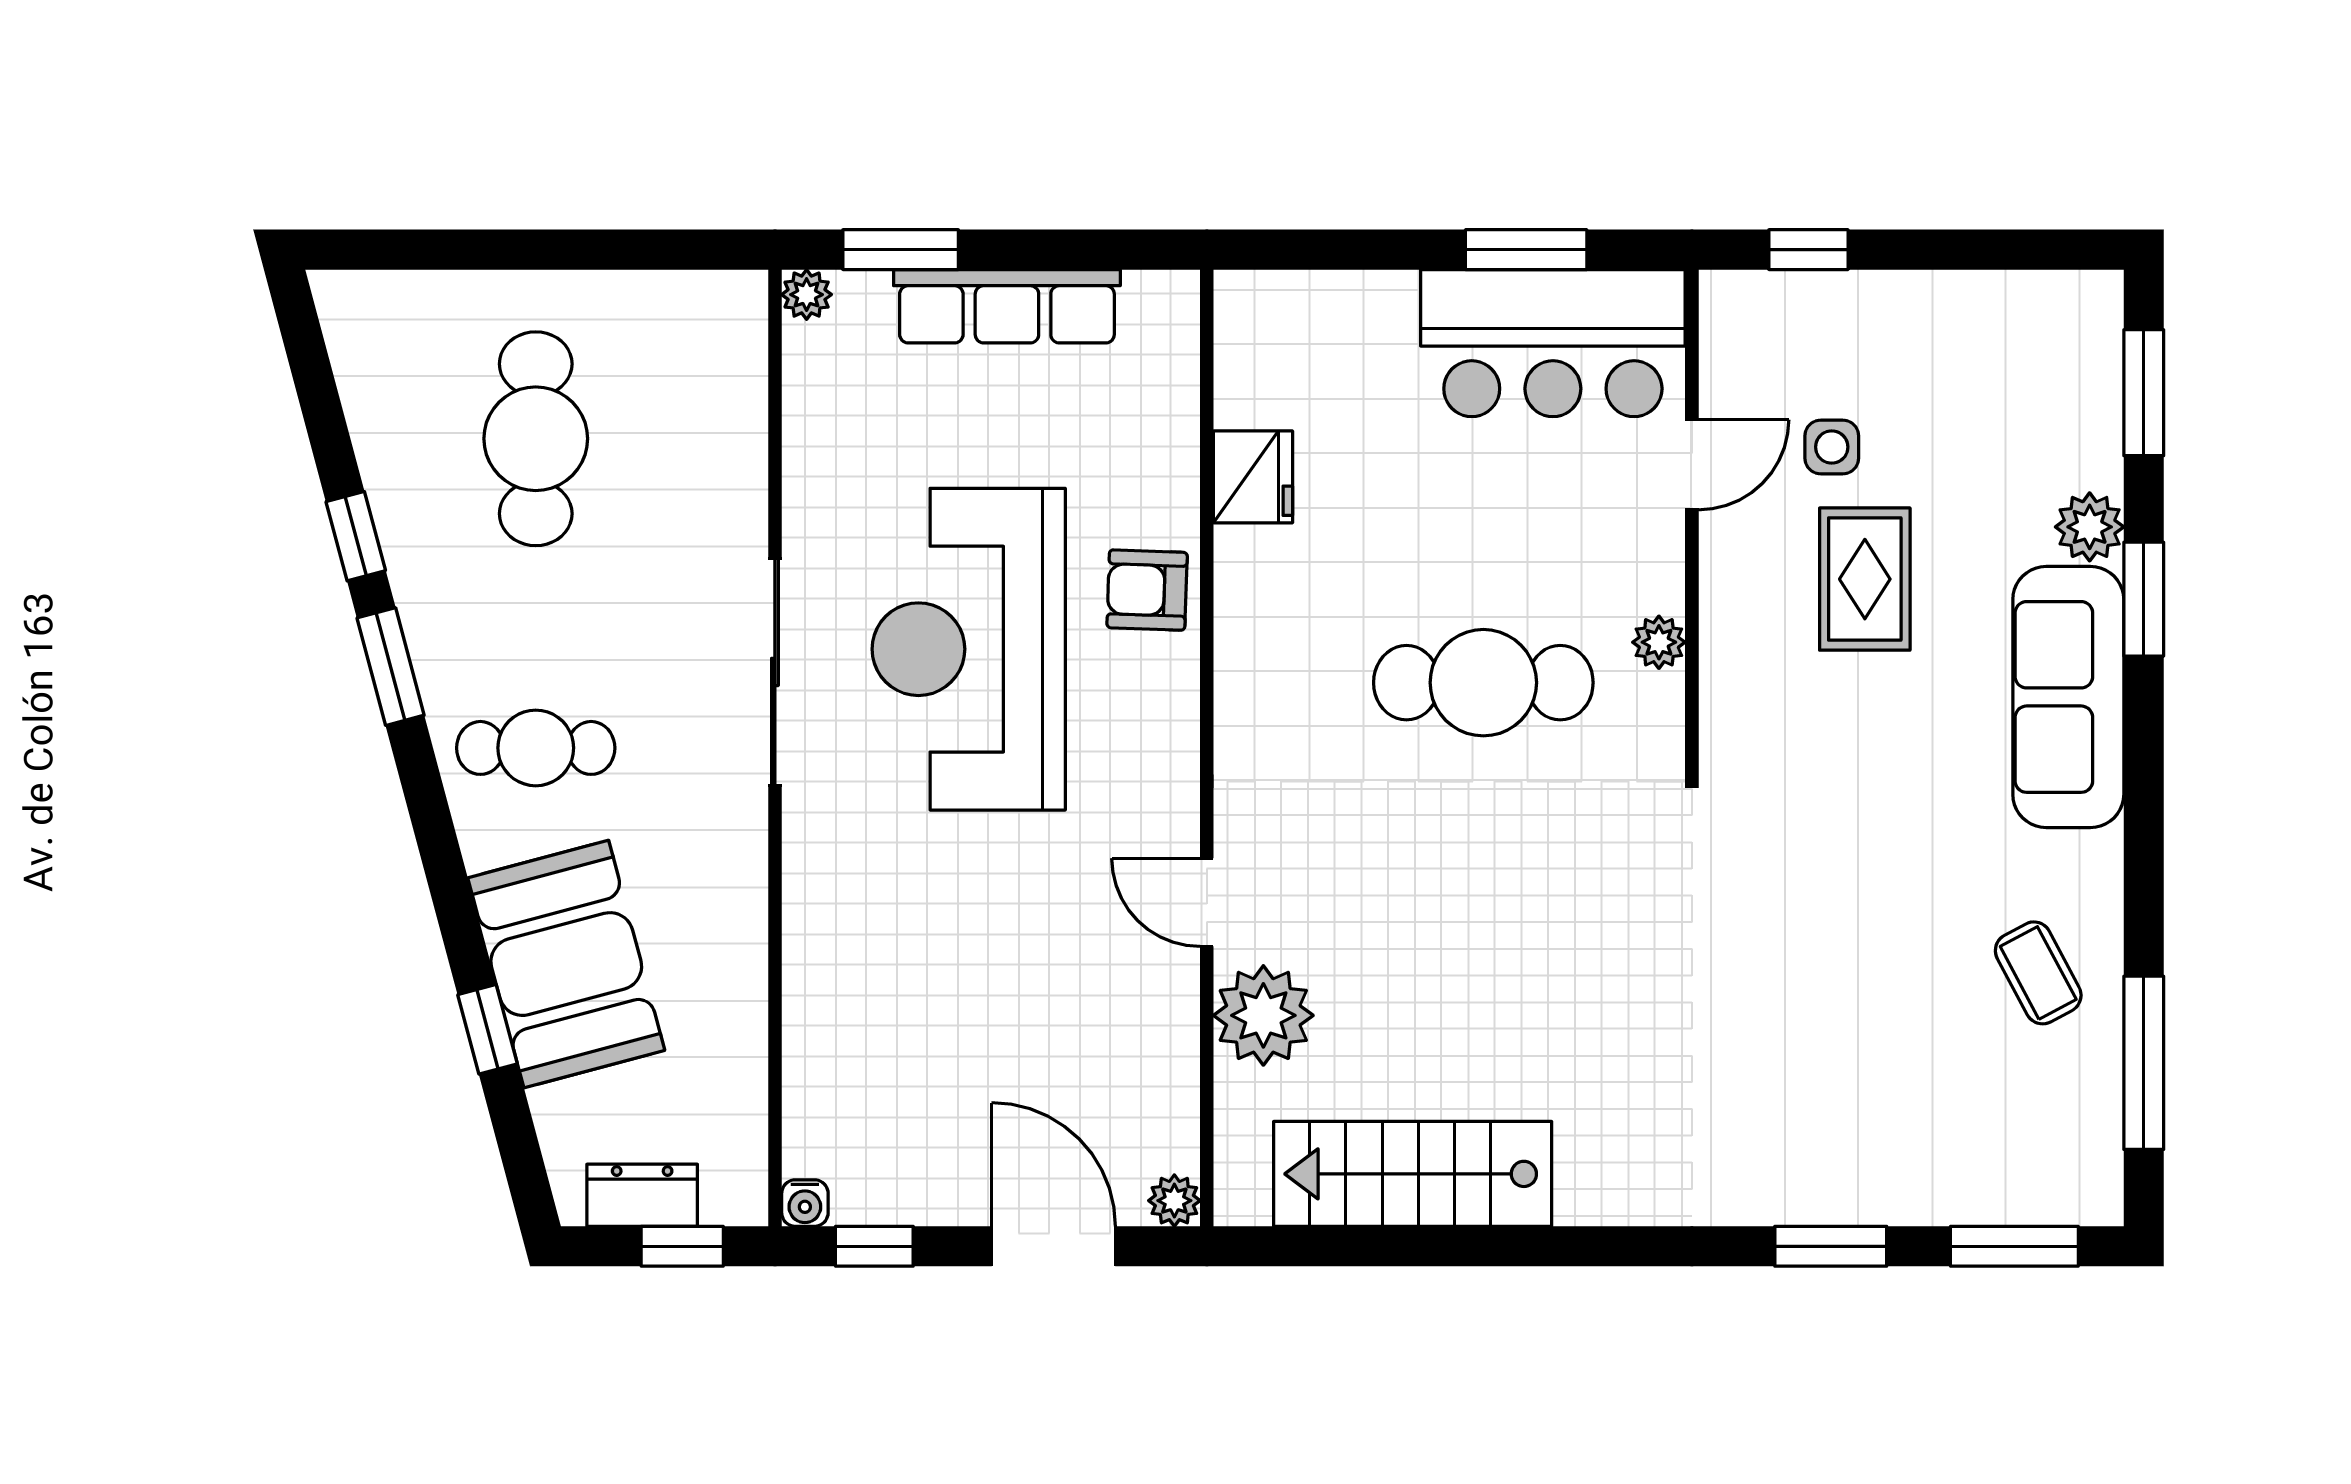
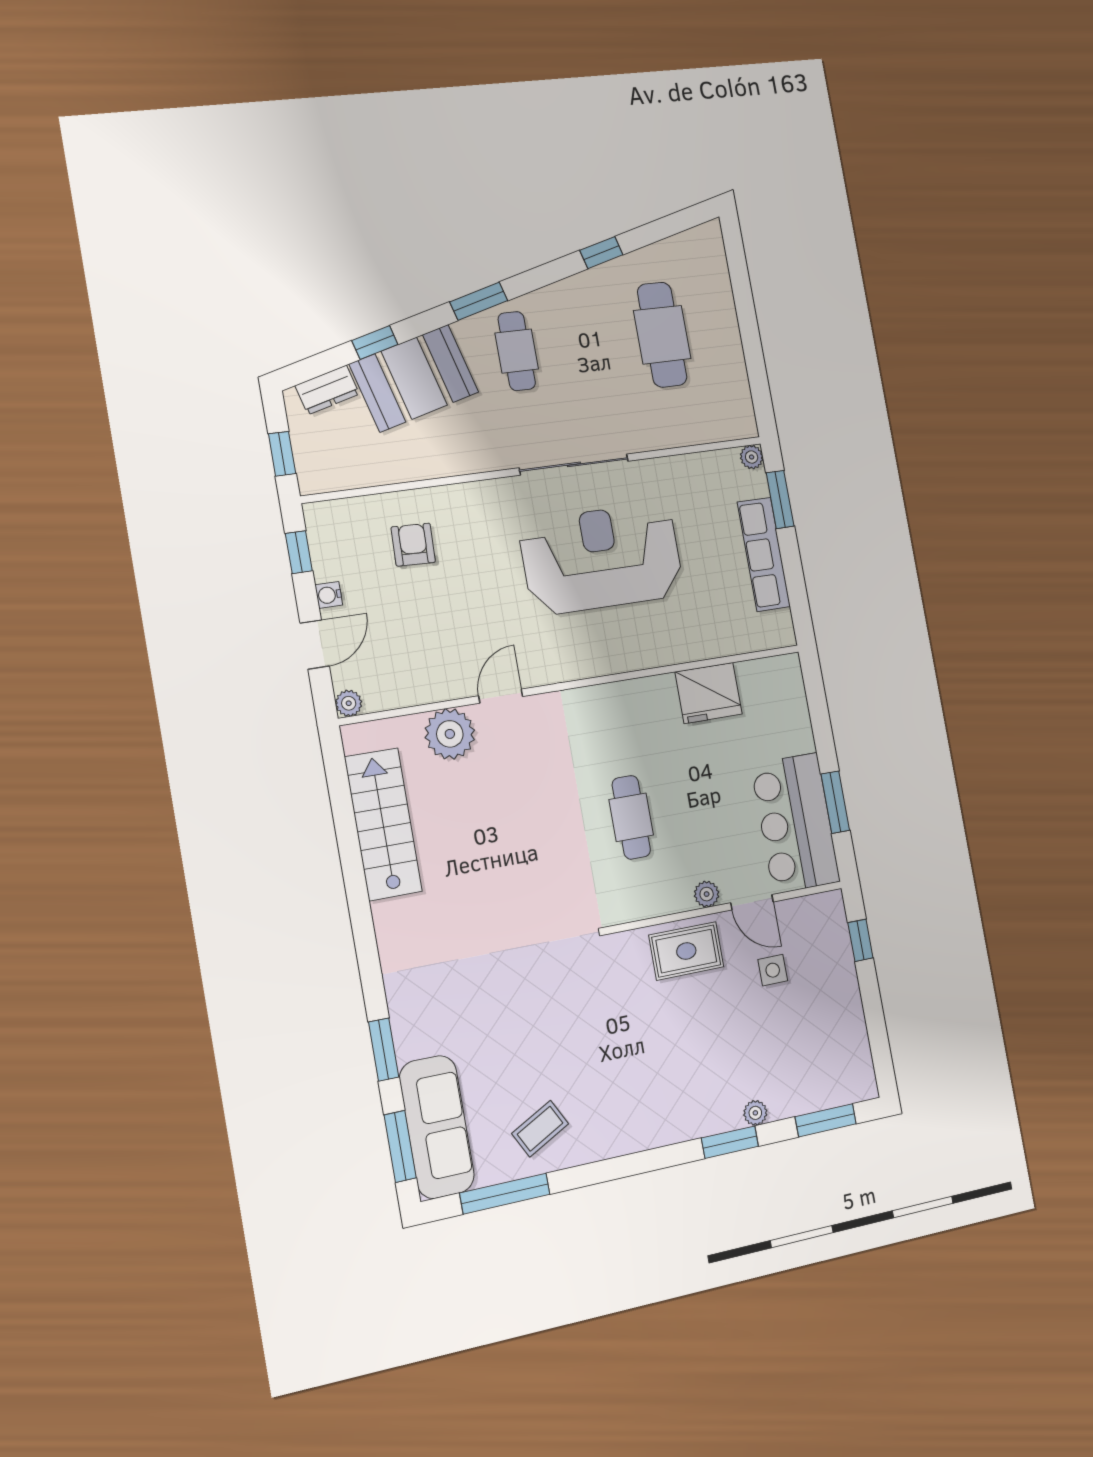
cafe table: (536, 439) -> (662, 335), turned 90
fridge: (1253, 477) -> (709, 693), width x1.36, depth x1.34
plant: (2090, 527) -> (755, 1113), width x0.73, depth x0.73
rug: (1865, 579) -> (686, 951), moved
armchair: (1147, 590) -> (413, 545), moved
plant: (1659, 642) -> (707, 894), moved
window: (391, 667) -> (479, 301), moved
cafe table: (1483, 683) -> (631, 817), width x0.73, depth x0.74
sofa: (2068, 697) -> (437, 1127), moved, turned 90
dresser: (642, 1195) -> (327, 390), moved, turned 75
water cooler: (805, 1203) -> (329, 595), moved
door: (1054, 1246) -> (315, 644), width x0.73

